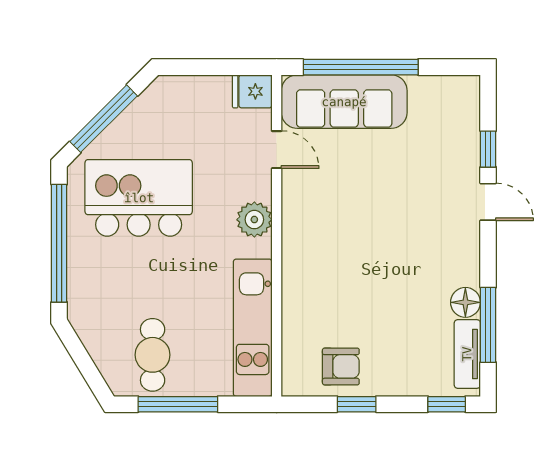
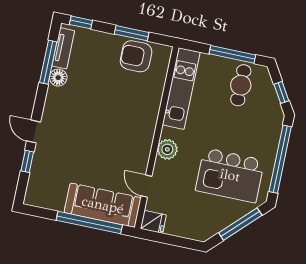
window: (81, 357) -> (281, 92), added
armchair: (341, 366) -> (136, 56), width x1.38, depth x1.38
window: (357, 404) -> (132, 33), width x1.50

